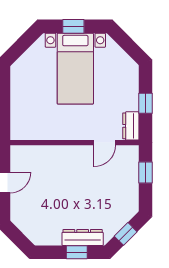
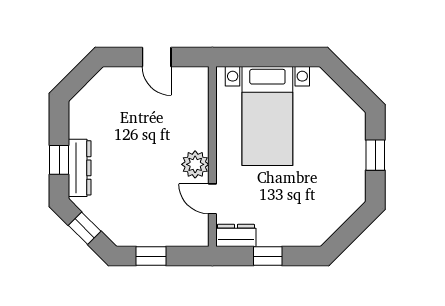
bed with nightstands: (75, 69) -> (267, 116), moved, turned -90
plant: (80, 155) -> (195, 164), added
window: (146, 173) -> (151, 256), moved

